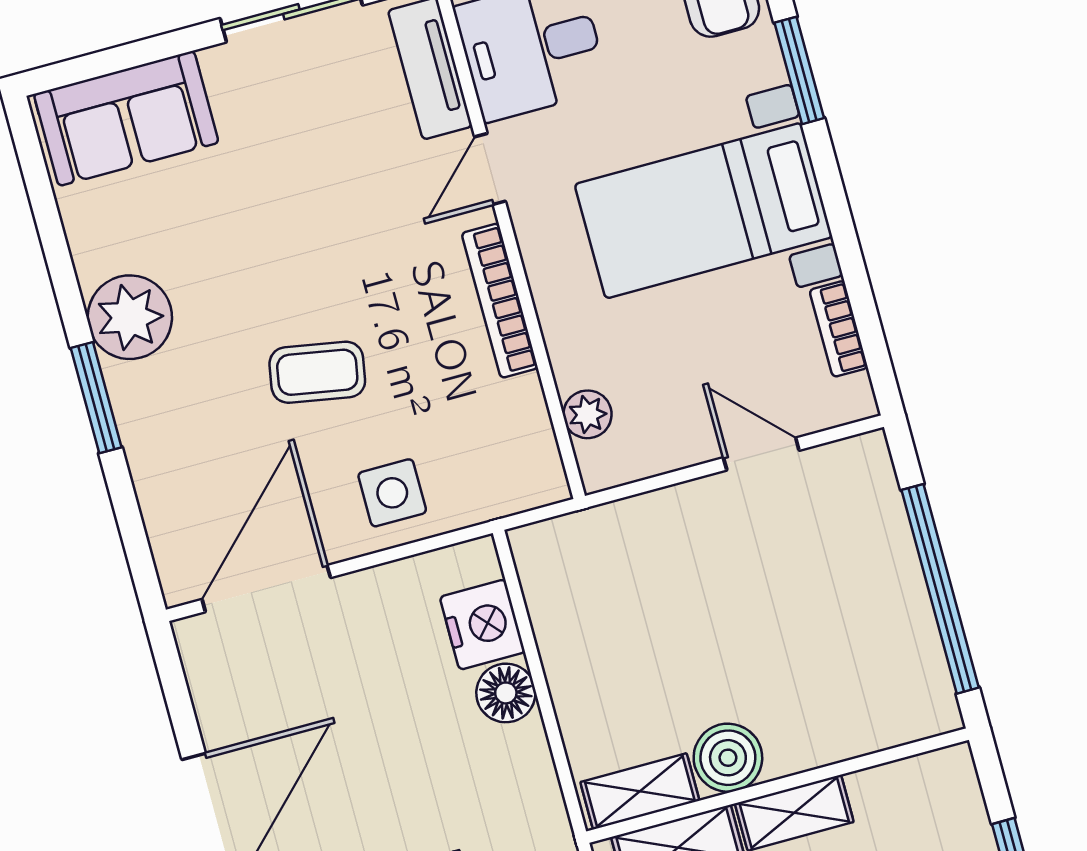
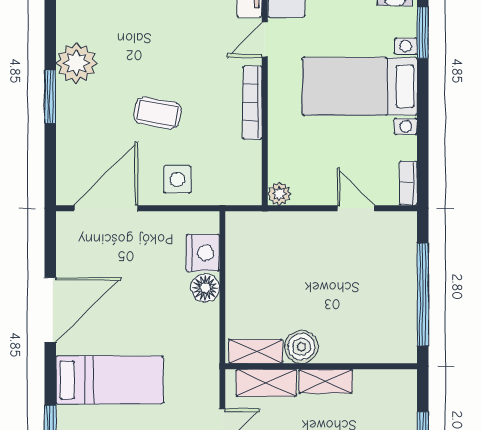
bookcase: (839, 329) -> (408, 183), moved
plant: (588, 414) -> (279, 194), moved

